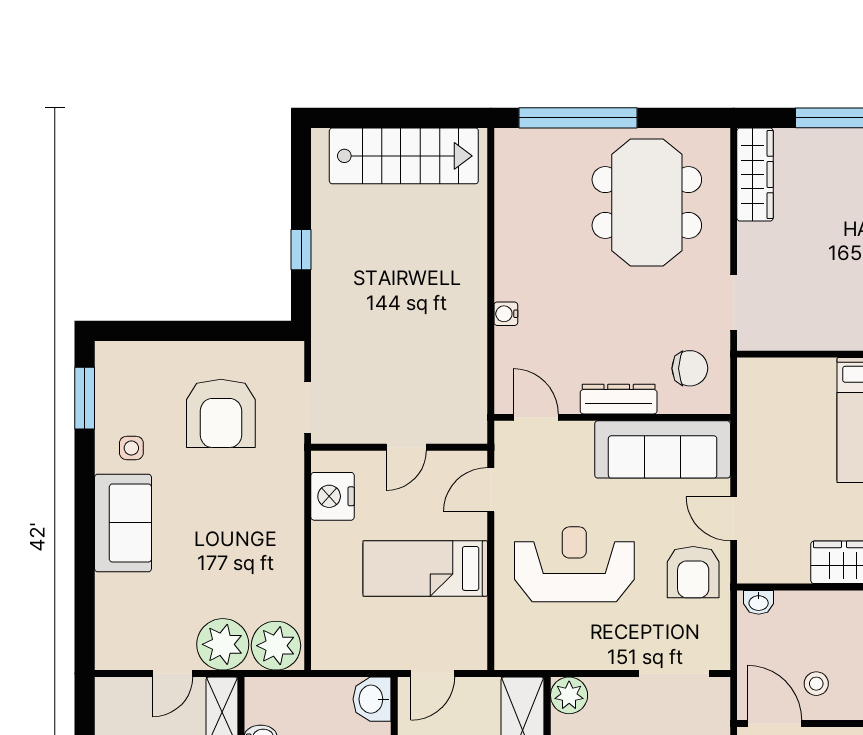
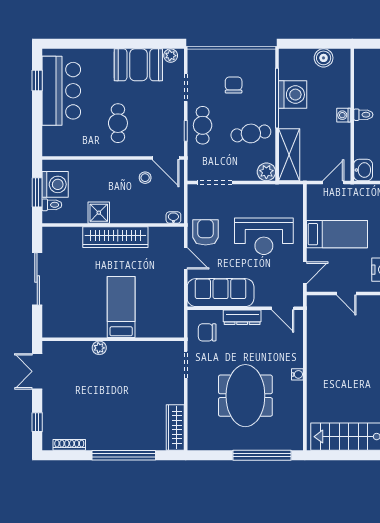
meeting table: (647, 203) -> (245, 396), moved
water cooler: (506, 314) -> (297, 374), moved
door: (406, 447) -> (346, 294), swing flipped

